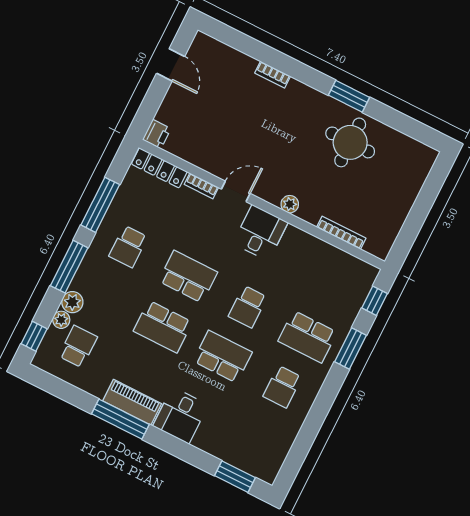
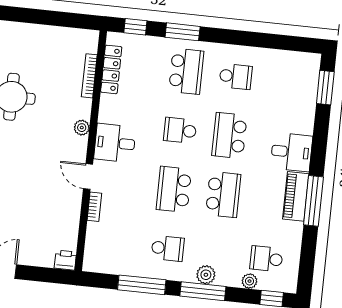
locker: (159, 168) -> (111, 69), moved
plant: (72, 302) -> (206, 275), moved
school desk: (248, 307) -> (180, 130), turned 180

